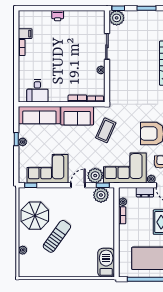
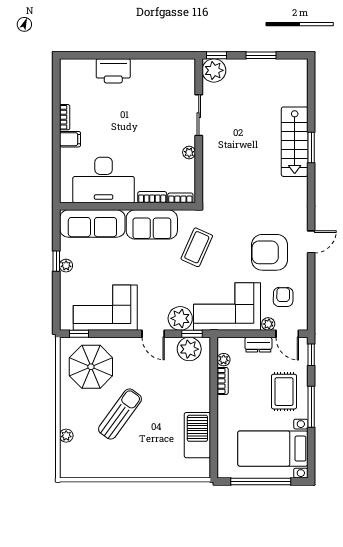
printer: (58, 16) -> (113, 71), width x1.87, depth x1.48
filing cabinet: (25, 34) -> (70, 139), moved
desk: (37, 91) -> (104, 180), width x1.87, depth x1.30
door: (78, 185) -> (153, 334), swing flipped
parasol: (35, 216) -> (91, 367), moved
barbecue: (106, 263) -> (197, 435), moved

